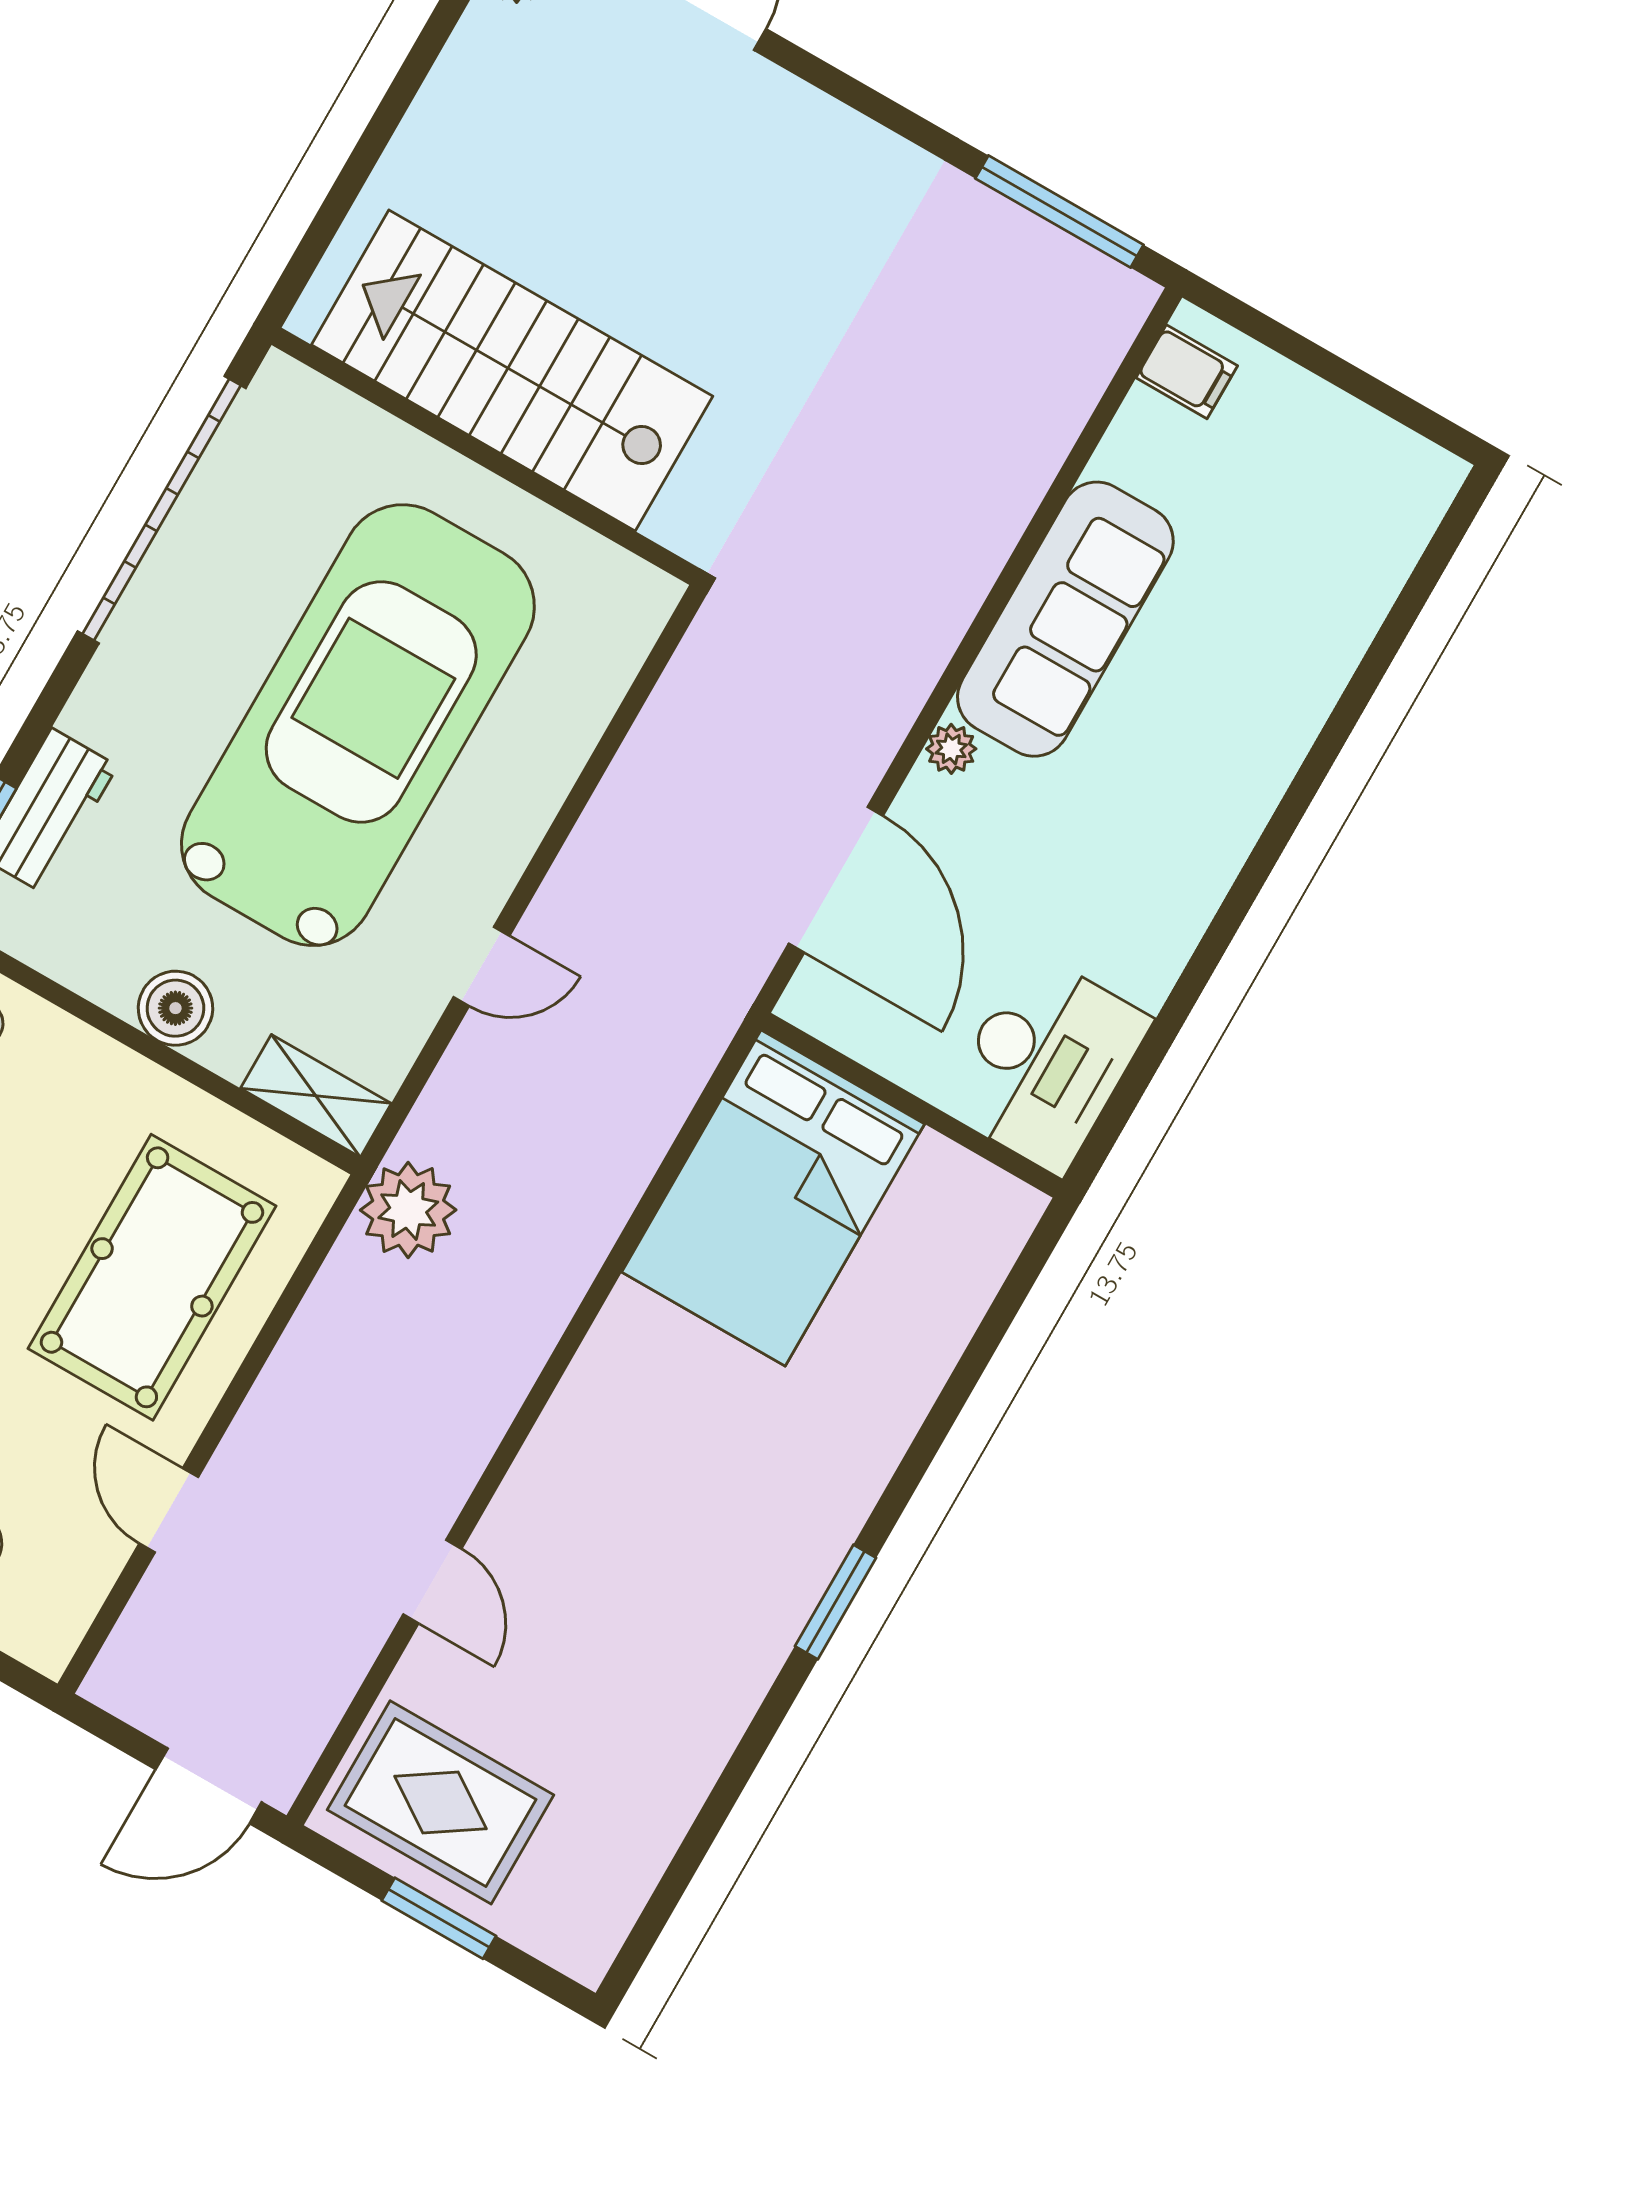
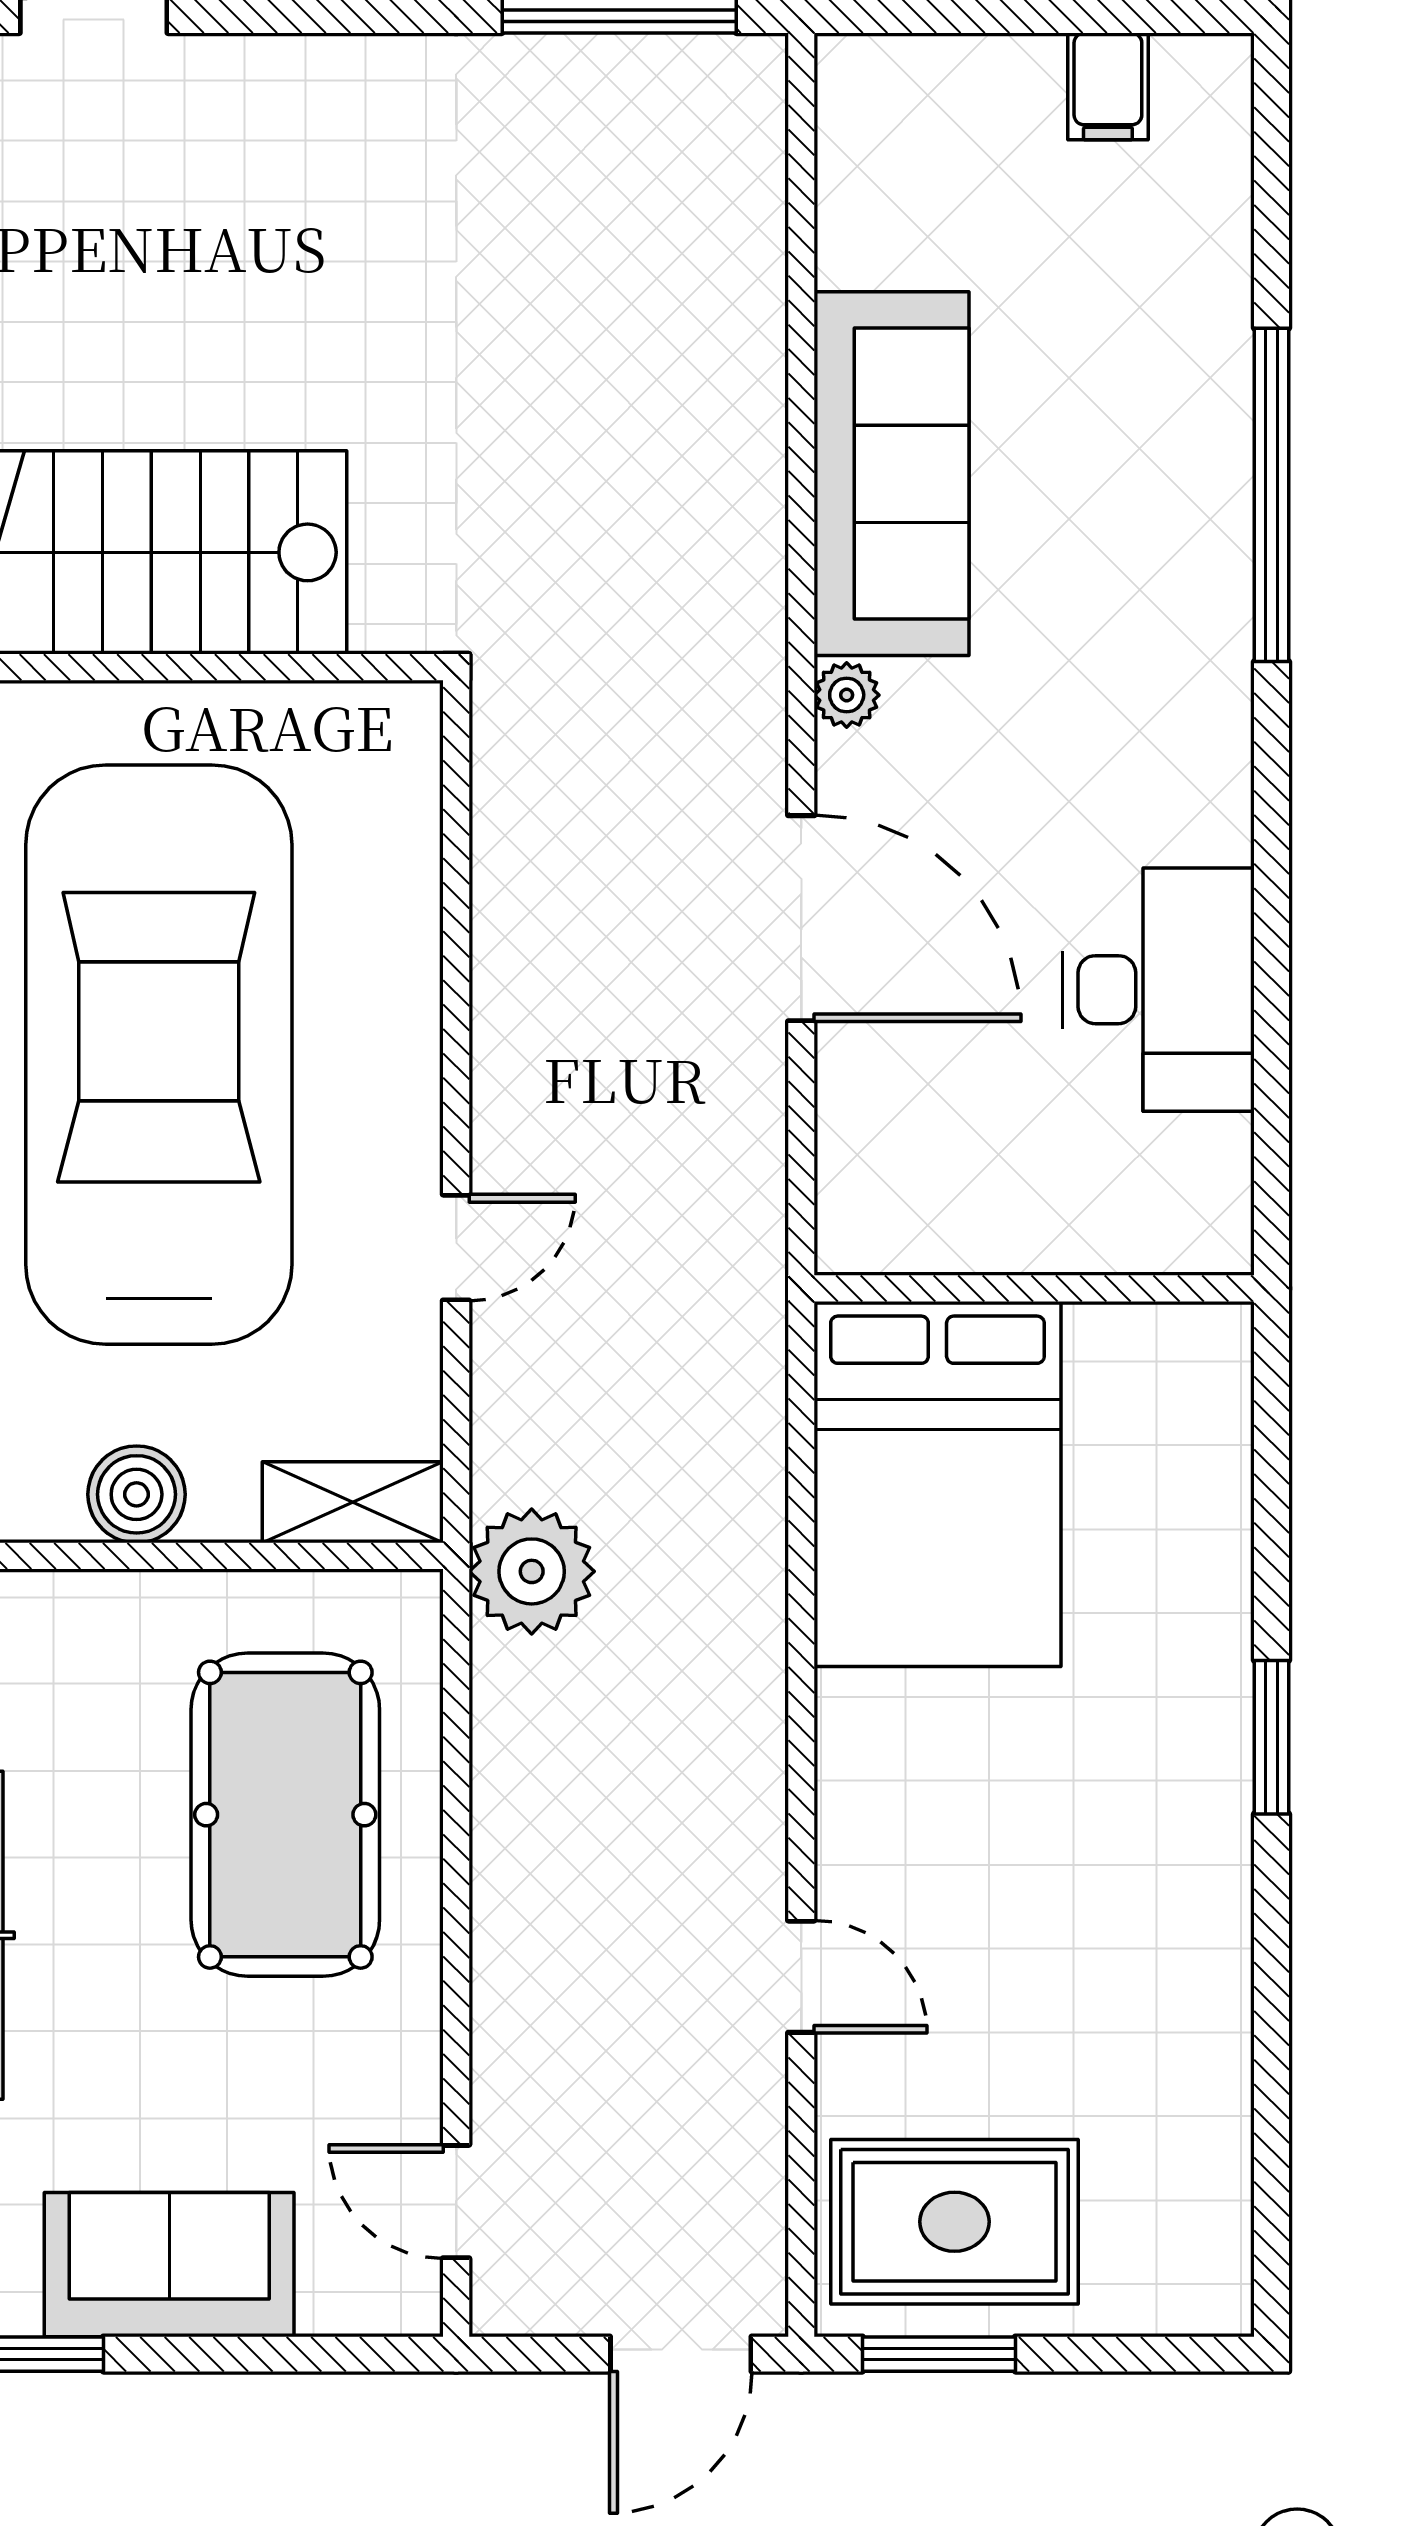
filing cabinet: (1187, 372) -> (1108, 86), moved, turned 90
window: (1309, 778) -> (1271, 495), added
wall: (912, 1105) -> (1034, 1288), moved
bed: (773, 1198) -> (937, 1484), moved
door: (169, 1510) -> (456, 2202), moved
window: (439, 1918) -> (939, 2354), moved

